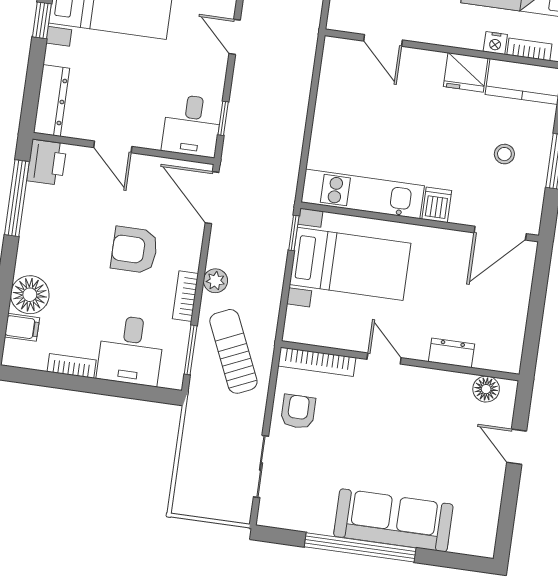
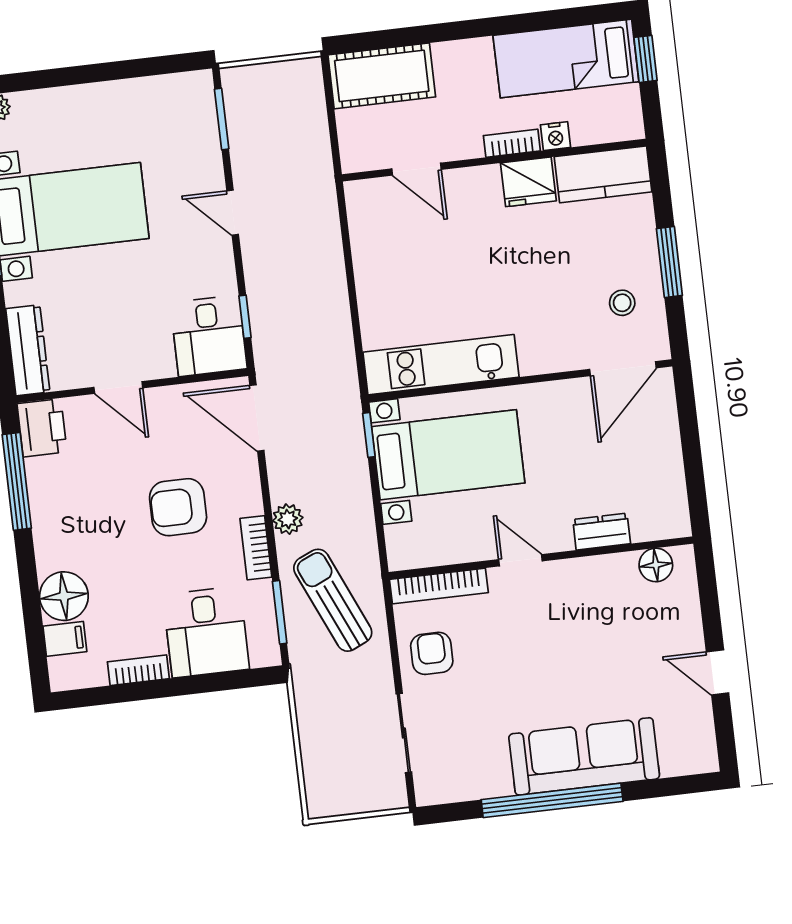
bookcase: (529, 49) -> (512, 143), moved
stool: (504, 154) -> (622, 303), moved
dishwasher: (437, 205) -> (536, 354), removed
door: (517, 447) -> (718, 672), moved

